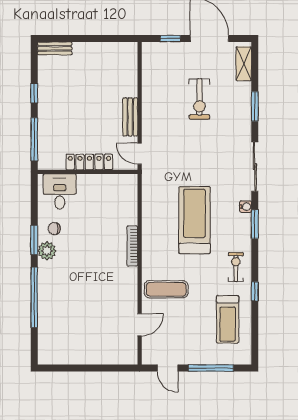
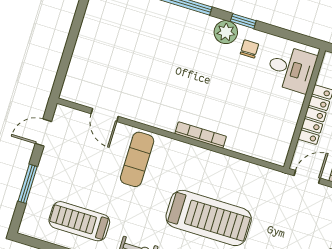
window: (34, 240) -> (243, 21), width x0.67
window: (211, 368) -> (28, 184), width x0.69

